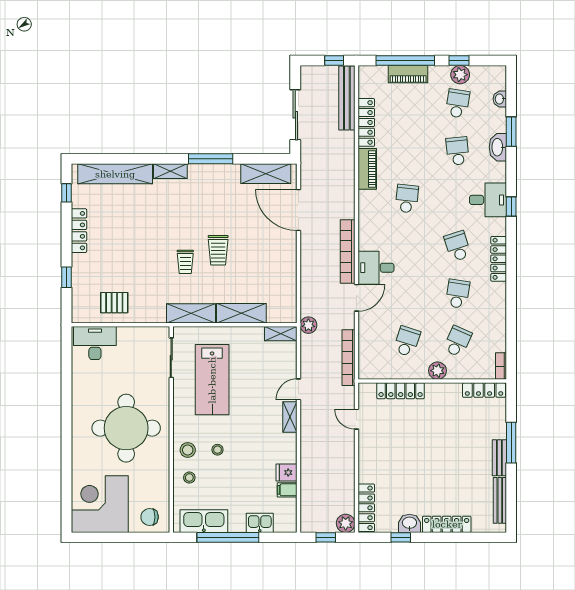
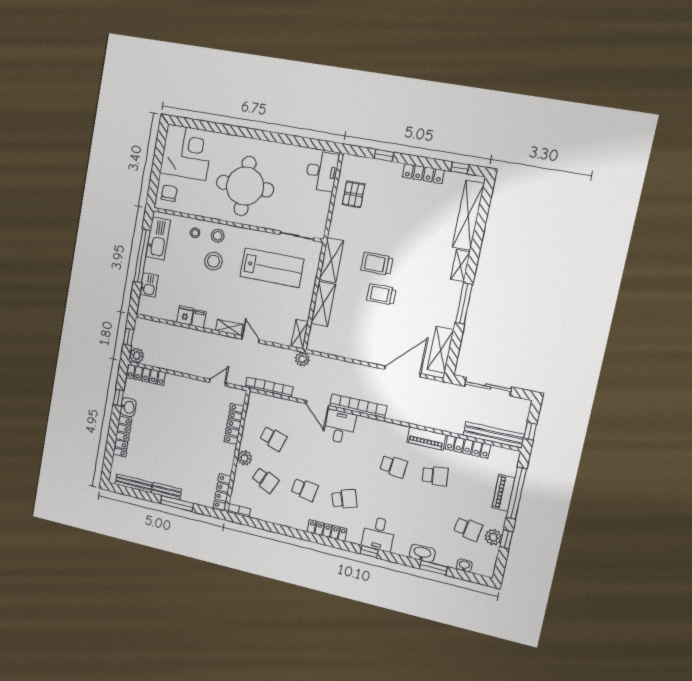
school desk: (458, 151) -> (435, 476), moved
trolley: (185, 262) -> (377, 264), width x1.36, depth x1.39
lab bench: (212, 380) -> (272, 268), turned 180
stool: (217, 450) -> (213, 261), width x1.89, depth x1.89
filing cabinet: (287, 490) -> (199, 319), moved

